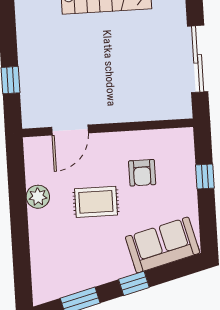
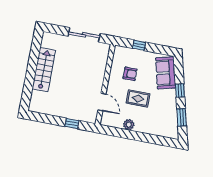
rug: (96, 202) -> (138, 98), turned 90

